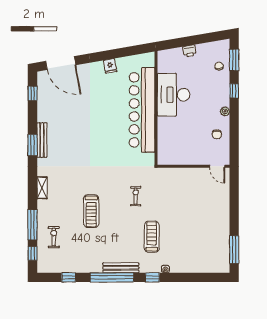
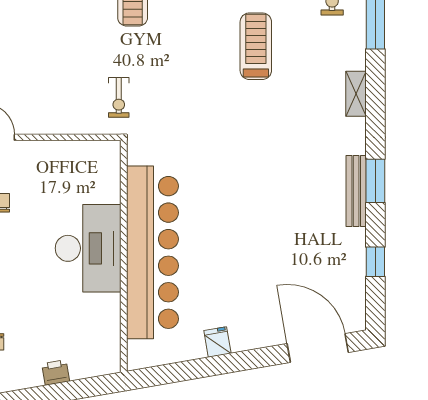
window: (33, 93) -> (375, 262), moved
desk: (174, 95) -> (88, 248), moved
exercise bike: (136, 196) -> (119, 97), moved

